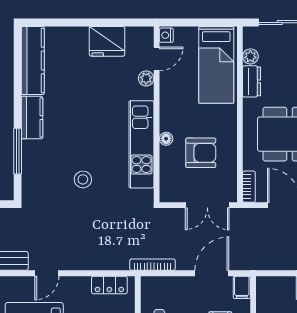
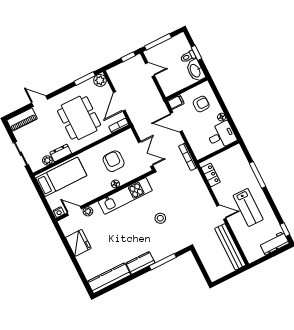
double door: (207, 205) -> (146, 154), moved

